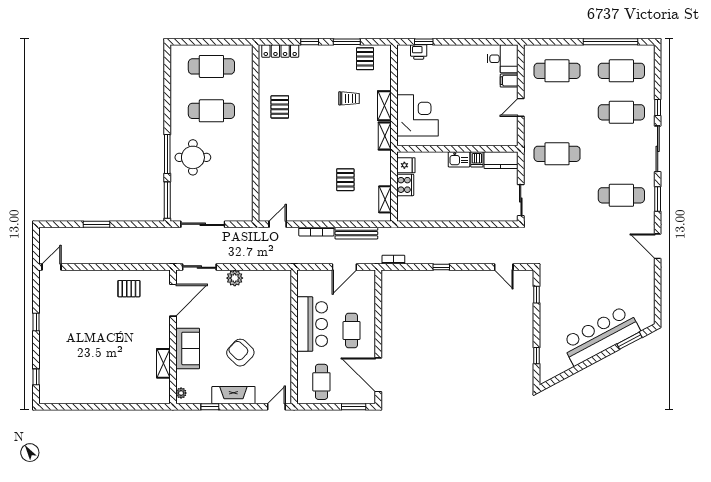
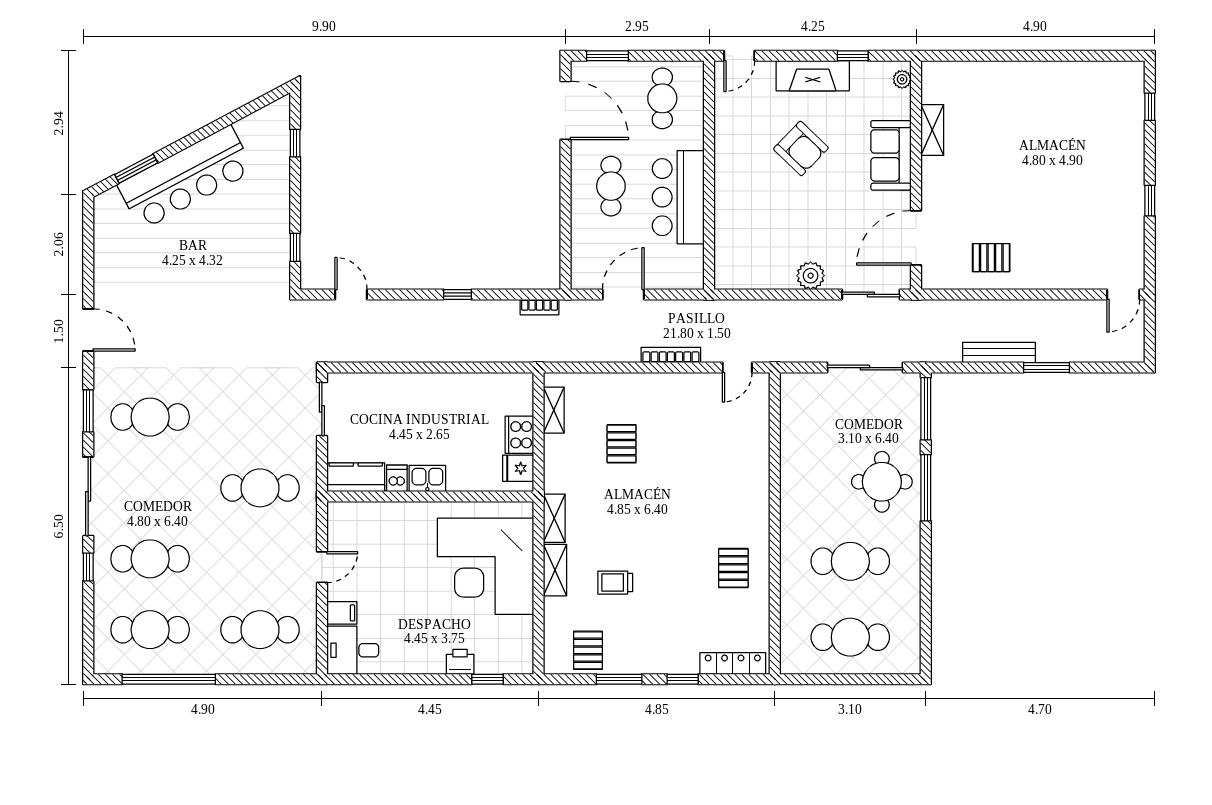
printer: (419, 52) -> (460, 662), moved
corner desk: (417, 115) -> (486, 566), width x1.36, depth x1.36
bench: (356, 233) -> (999, 352), moved

